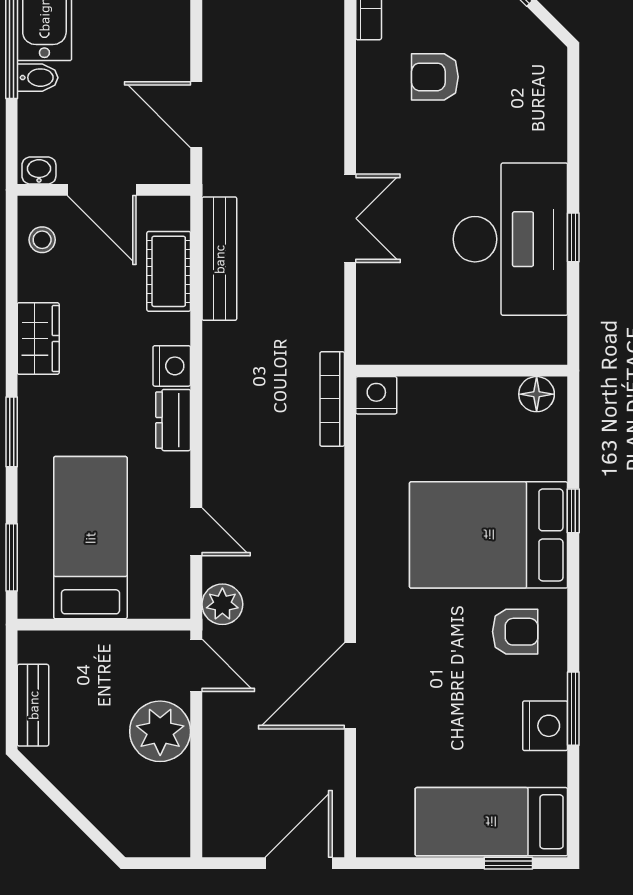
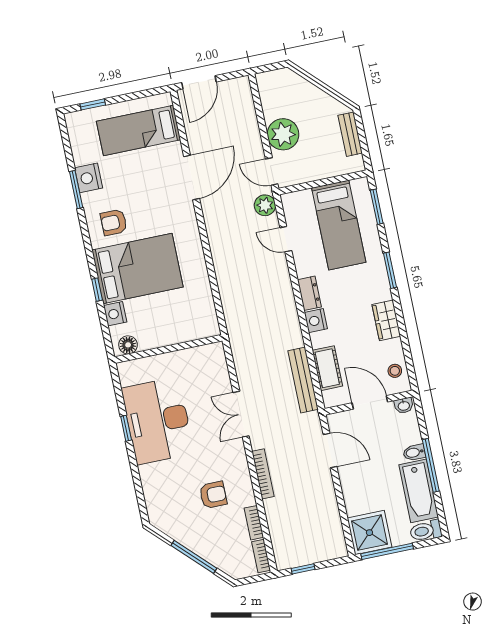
nightstand: (376, 395) -> (115, 314), moved, turned 90
bookcase: (332, 399) -> (263, 474), moved
bed: (491, 822) -> (138, 130), moved, turned 180

